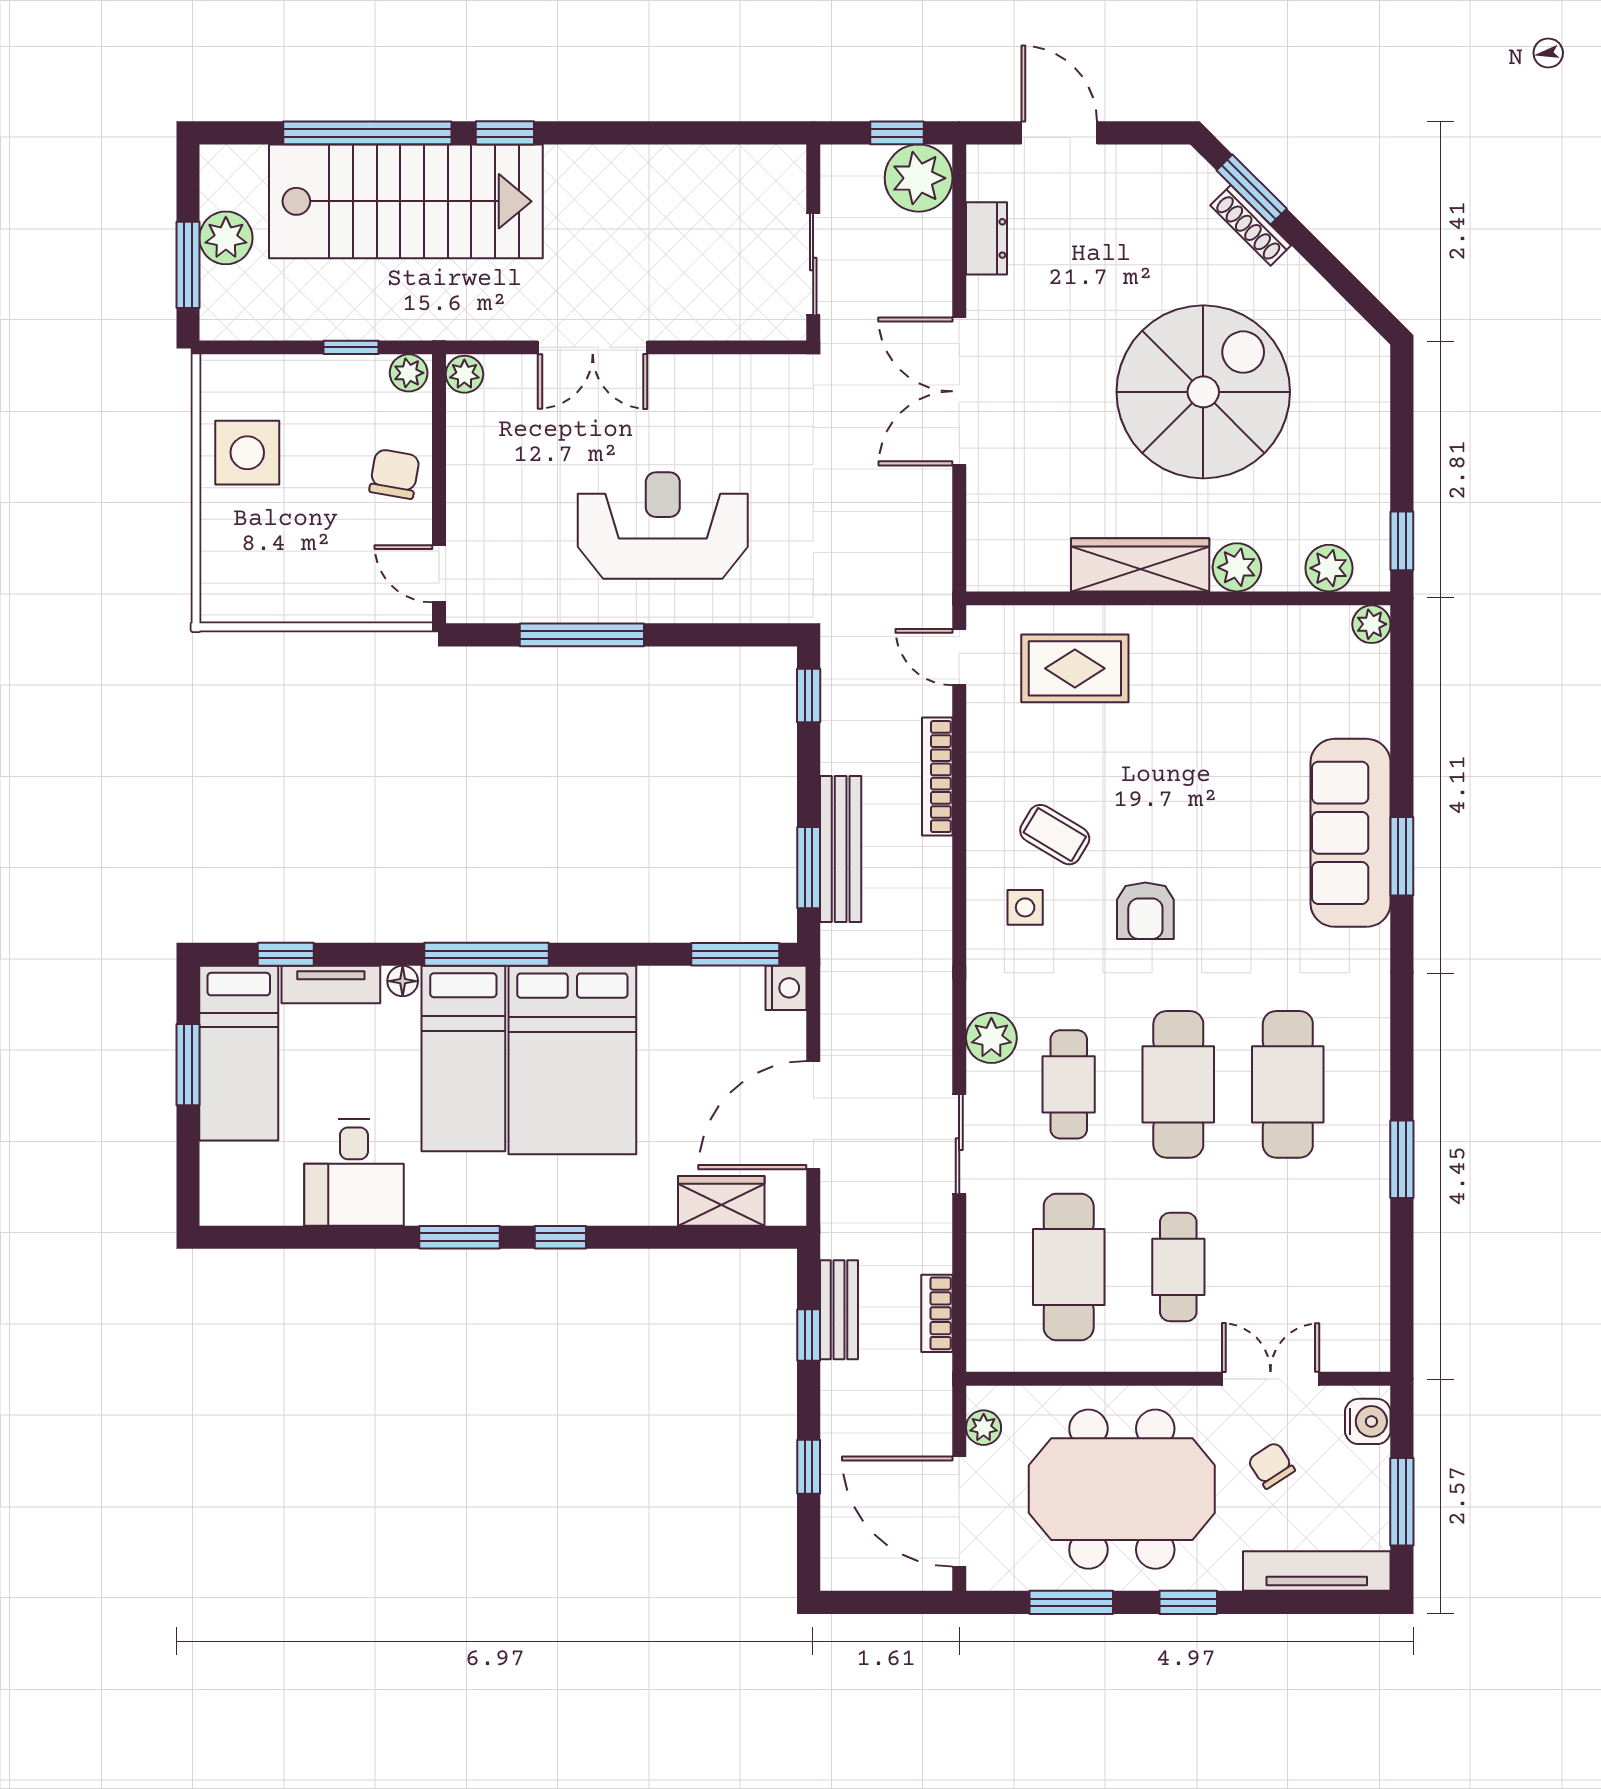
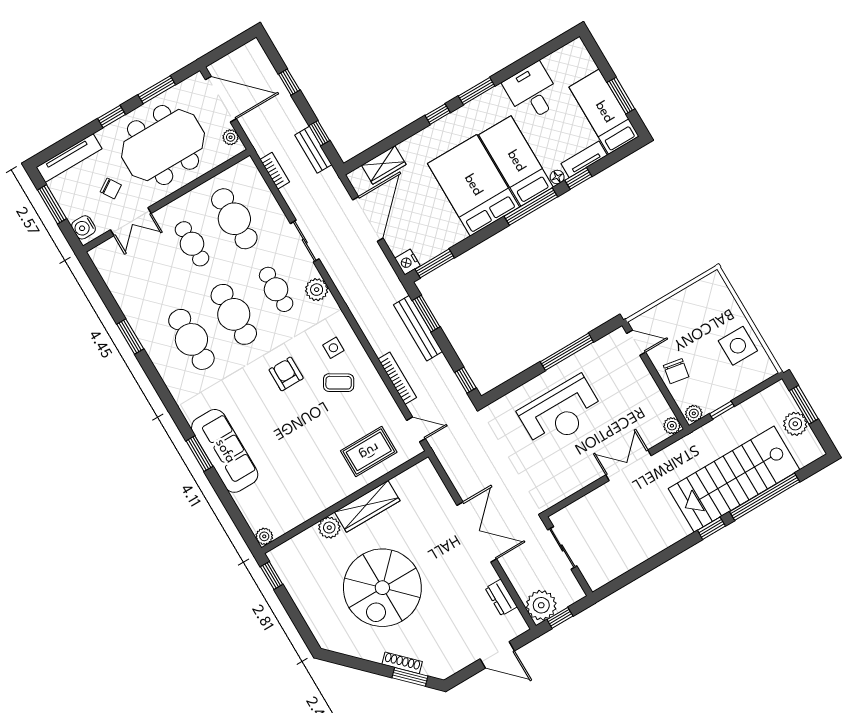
plant: (1329, 568) -> (294, 548), removed
window: (286, 954) -> (578, 178), moved

